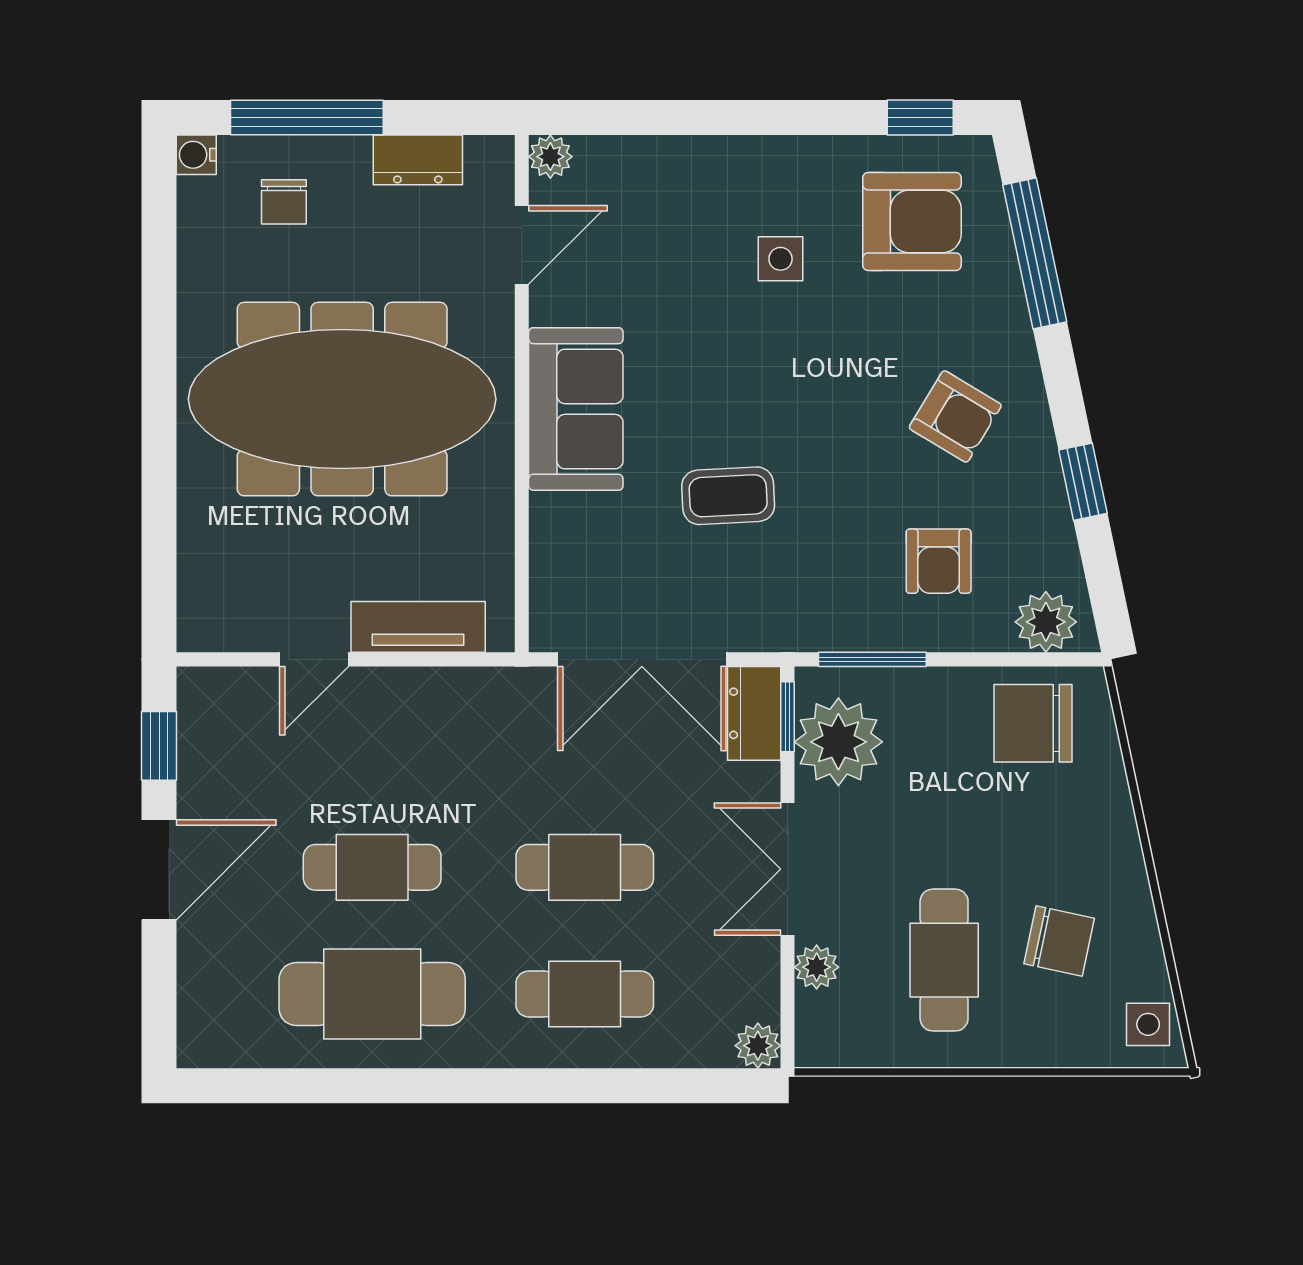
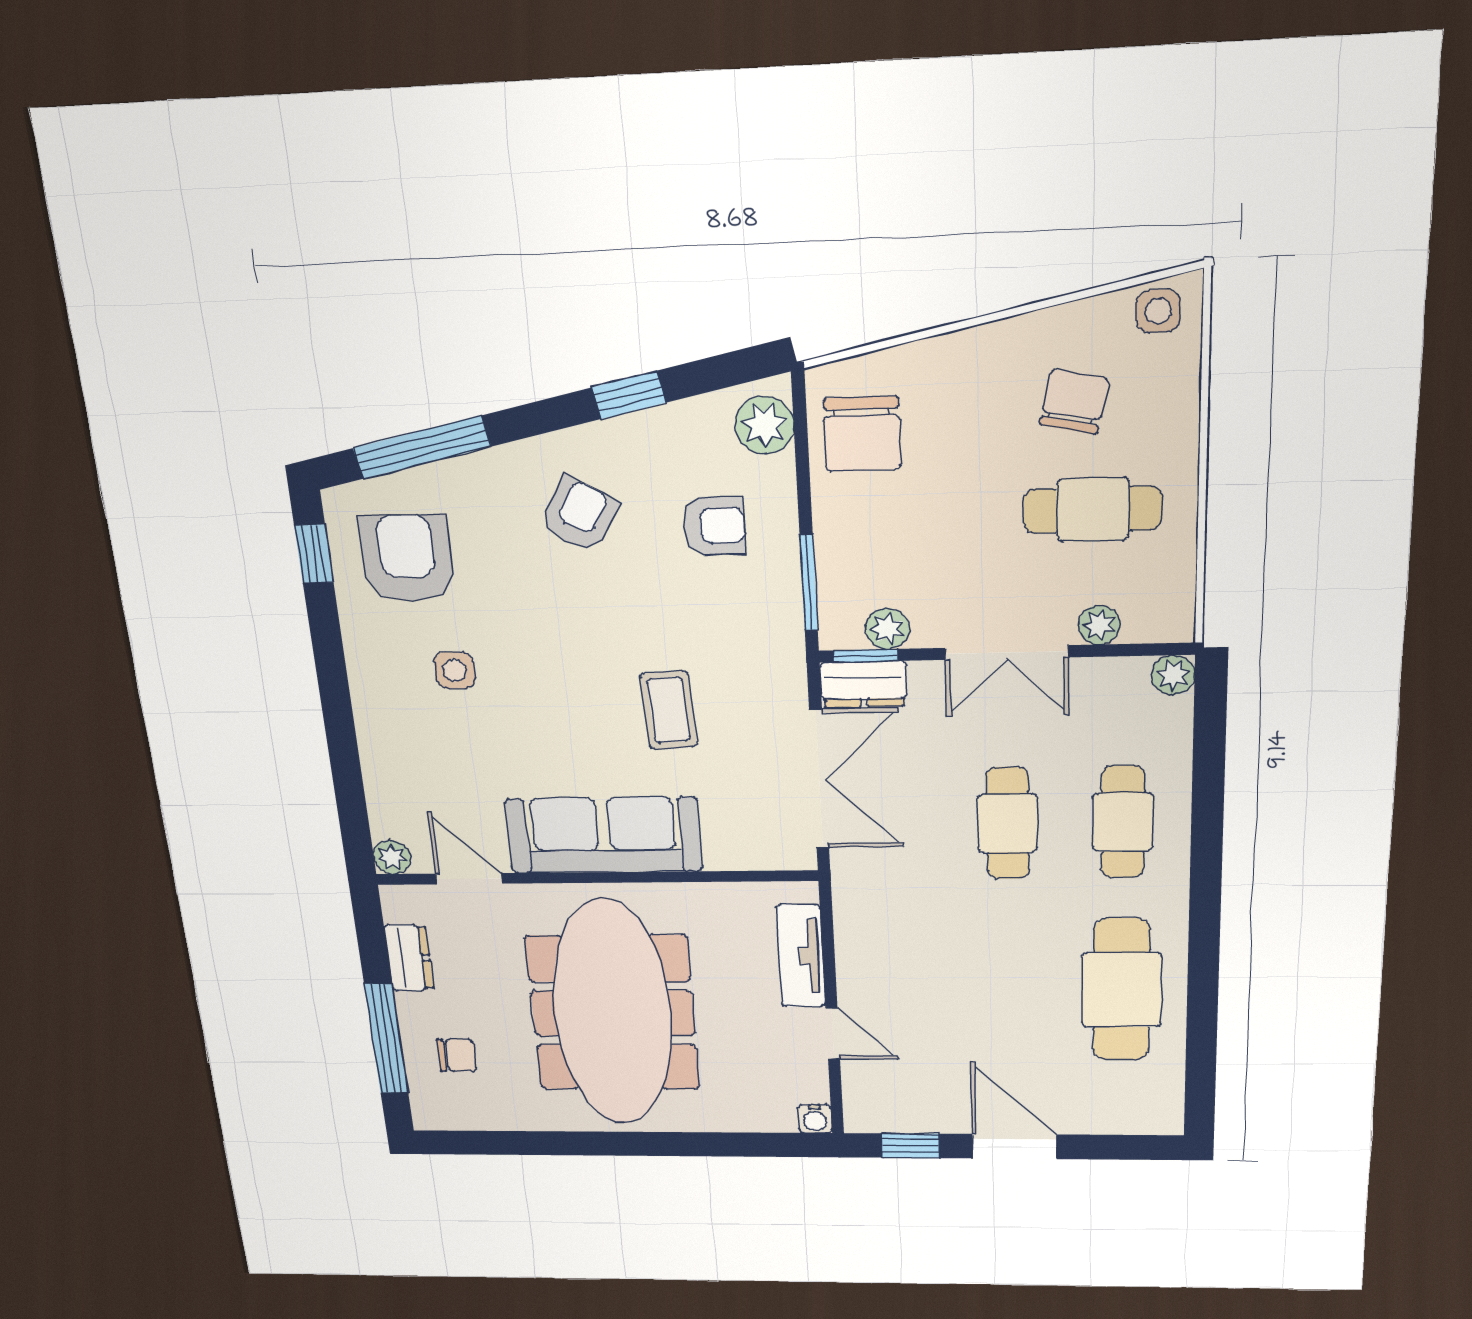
water cooler: (196, 155) -> (815, 1119), moved
sofa: (576, 409) -> (604, 835), width x1.36
plant: (838, 742) -> (887, 629), width x0.53, depth x0.53
cafe table: (372, 867) -> (1010, 990), removed

